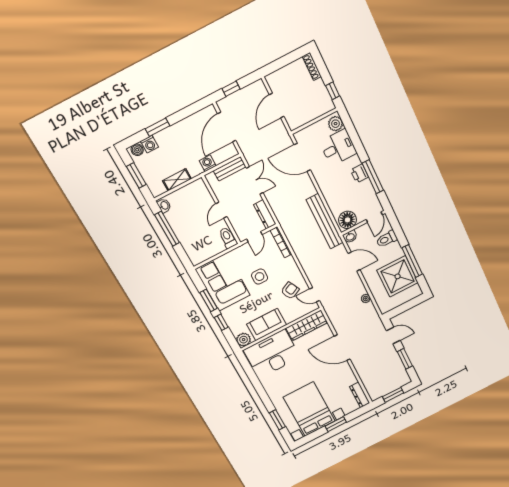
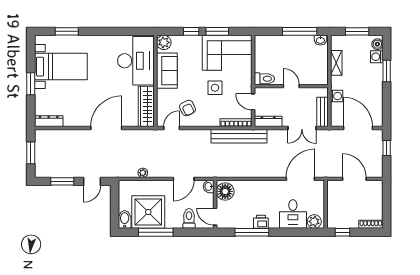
bench: (325, 221) -> (239, 136), moved
bidet: (413, 293) -> (125, 219), added
bed with nightstands: (309, 409) -> (61, 67), width x0.73

